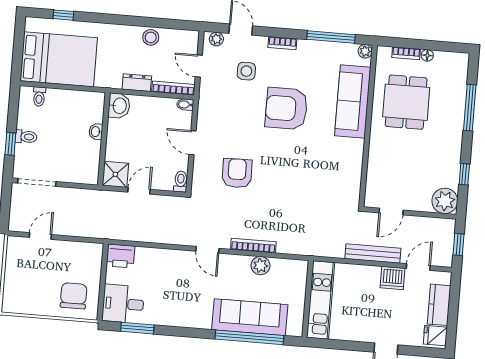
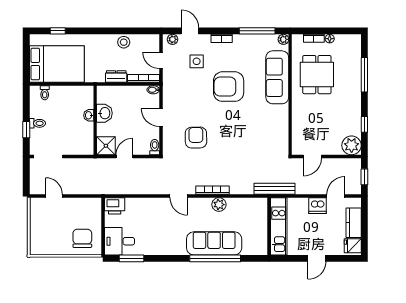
washbasin: (119, 106) -> (104, 113), moved
door: (40, 236) -> (54, 196), hinge flipped
bench: (373, 254) -> (274, 189), moved
wall: (308, 299) -> (269, 226), moved
kitchen unit: (321, 300) -> (279, 226), moved

